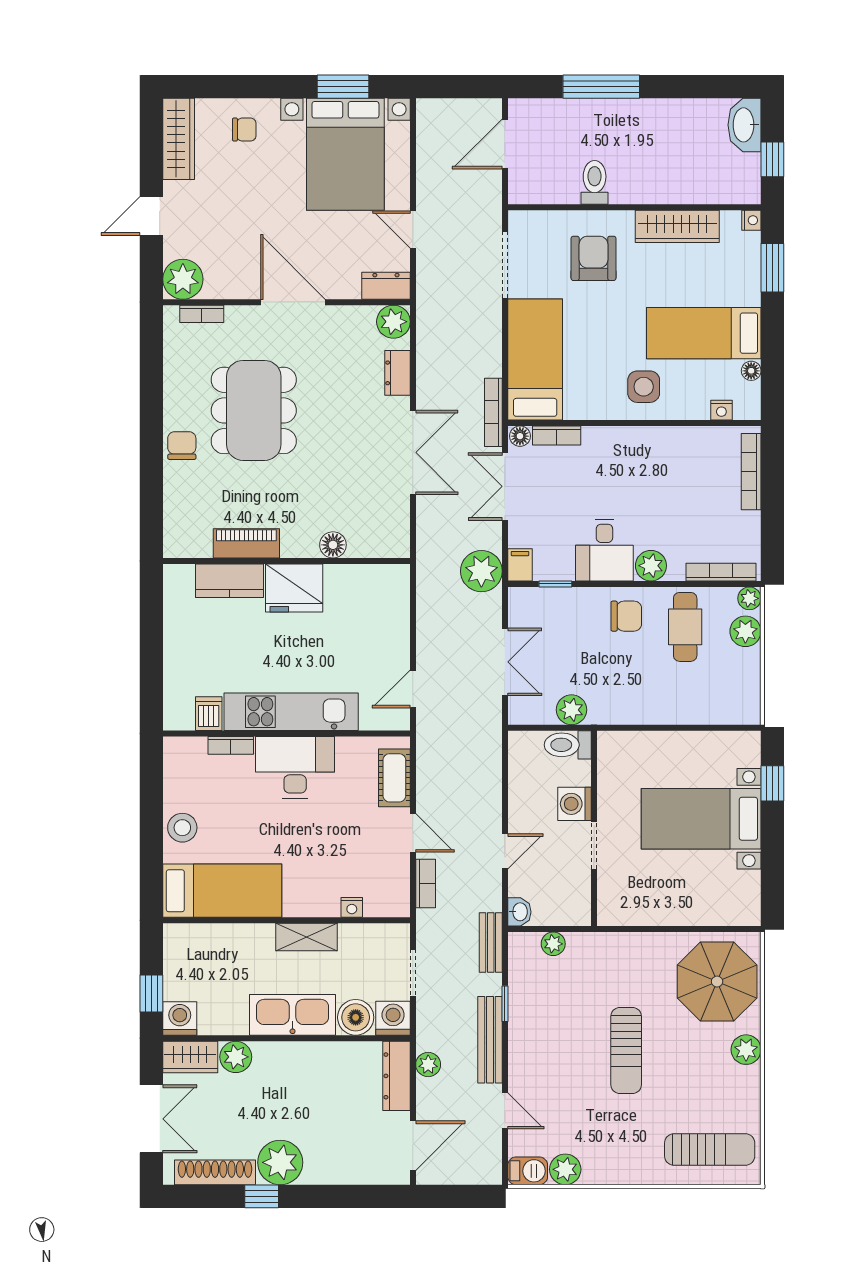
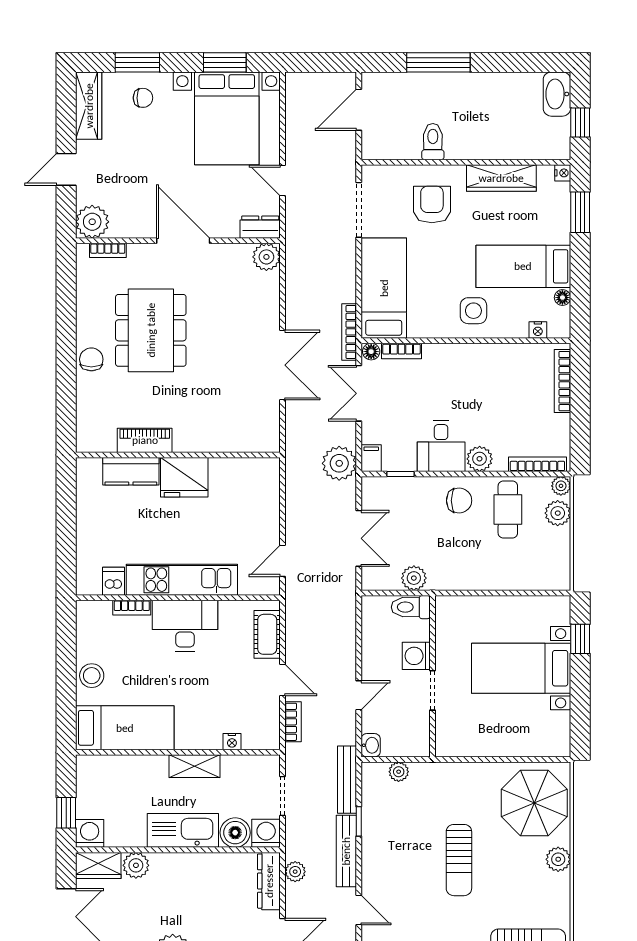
window: (237, 87) -> (137, 62), added
dresser: (397, 373) -> (270, 299), removed
floor lamp: (333, 545) -> (216, 442), removed
bench: (491, 943) -> (347, 780), width x1.36

